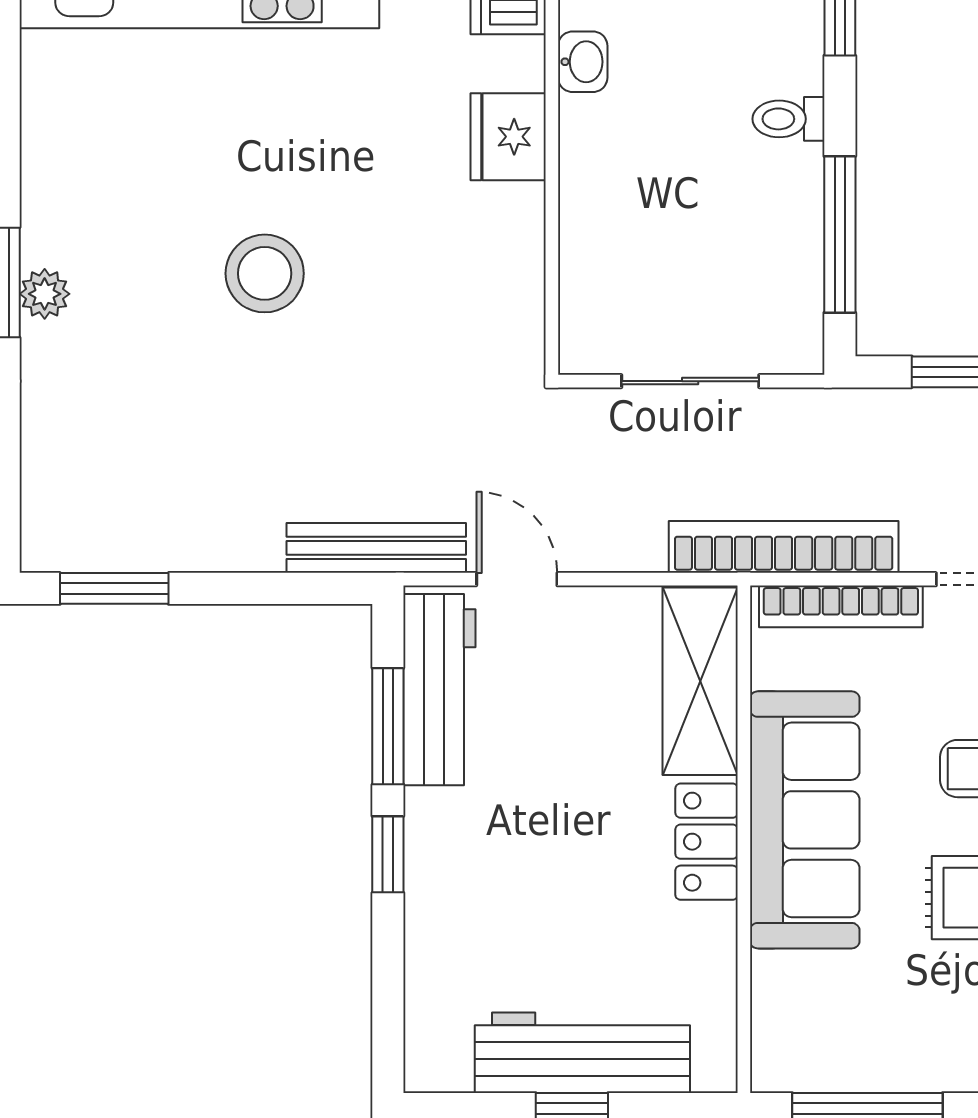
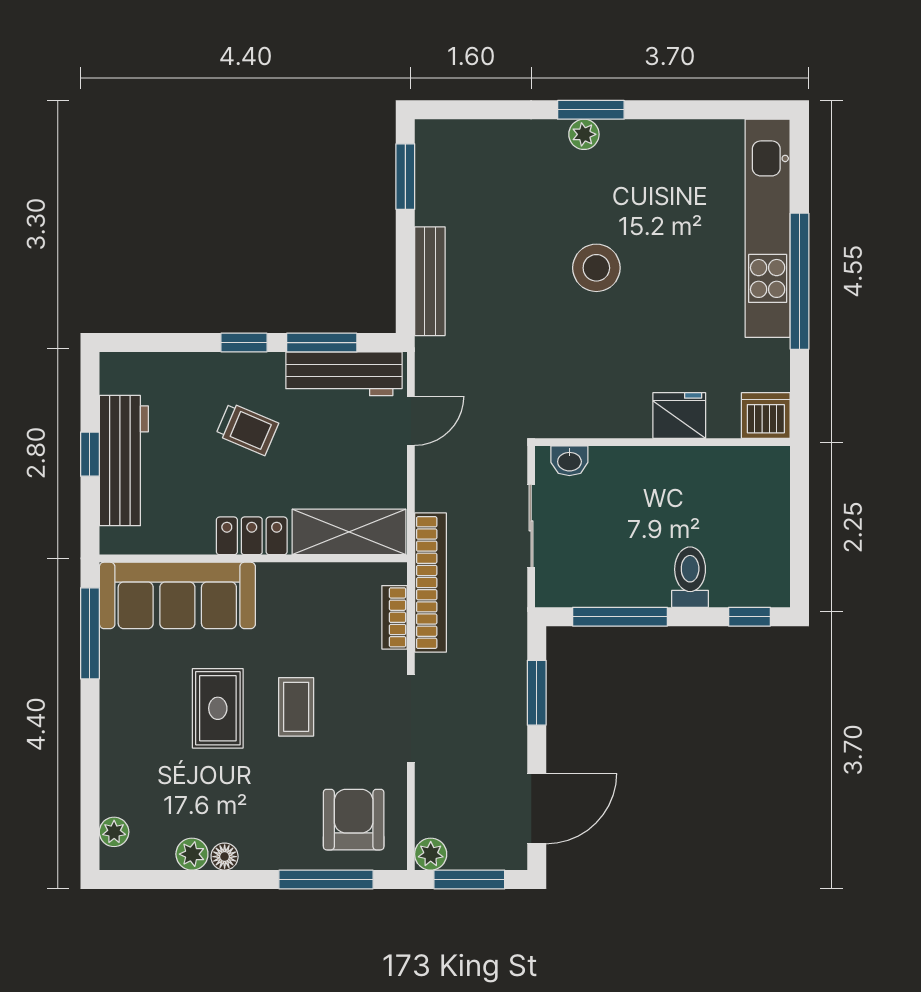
washbasin: (583, 62) -> (569, 461), moved
toilet: (788, 119) -> (690, 577), width x1.37, depth x1.39
bench: (376, 548) -> (430, 281), moved
bookcase: (841, 606) -> (394, 617), width x0.64
sofa: (805, 820) -> (177, 595), moved
trolley: (530, 849) -> (247, 429), added

